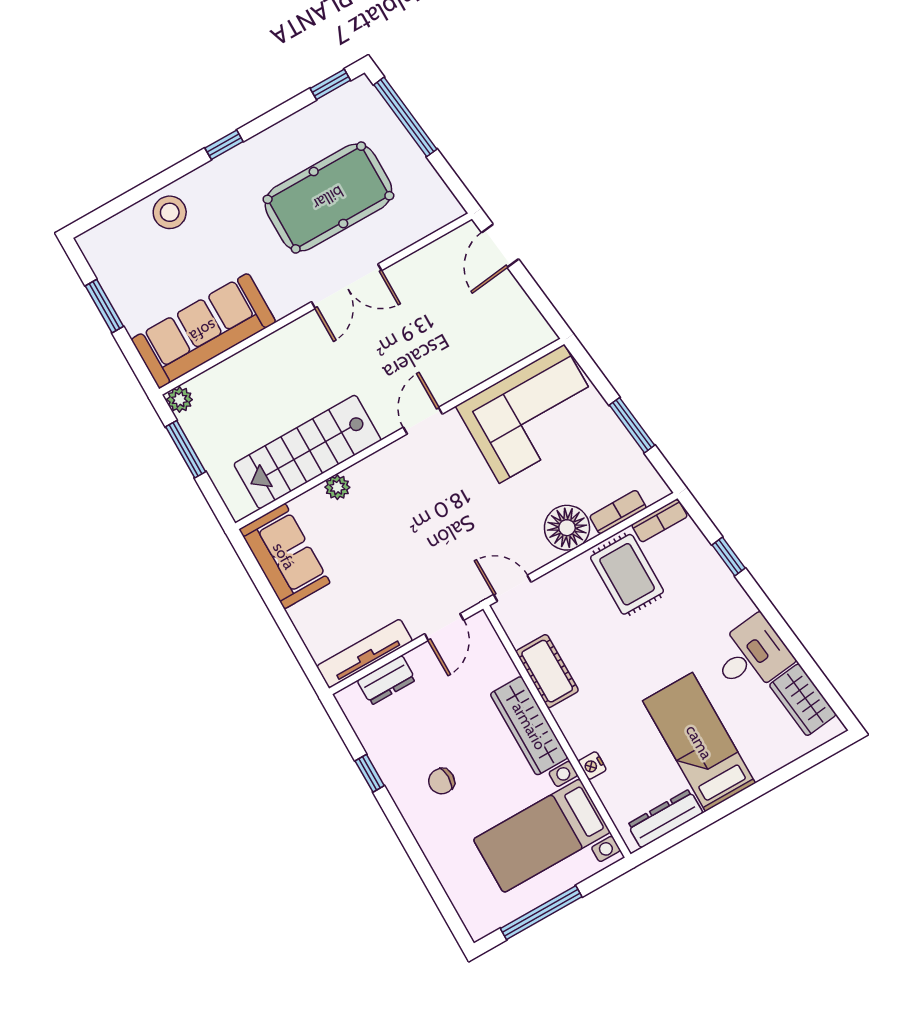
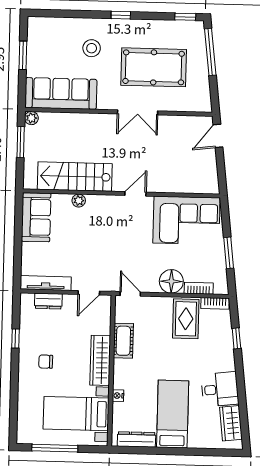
stool: (170, 212) -> (92, 48), moved

